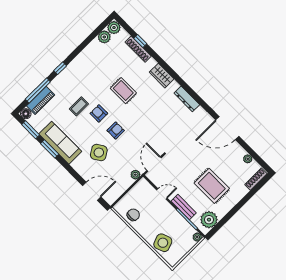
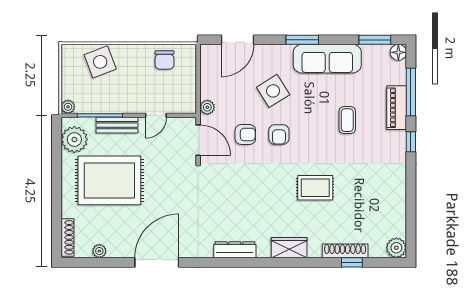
plant: (104, 37) -> (397, 226), removed
piano: (41, 100) -> (397, 108), moved
armchair: (99, 113) -> (245, 134), moved
window: (50, 149) -> (302, 40), moved
rug: (212, 186) -> (109, 180), width x1.37, depth x1.44

